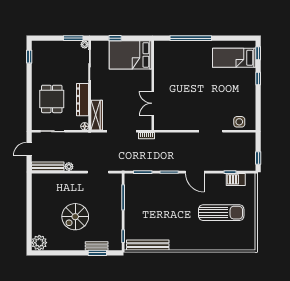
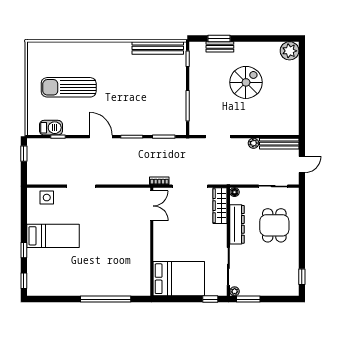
window: (115, 38) -> (210, 299), moved
bed: (234, 58) -> (53, 236), moved
double door: (153, 103) -> (152, 206), moved

